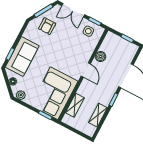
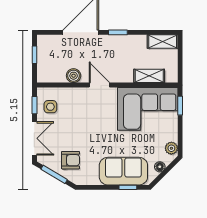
door: (86, 70) -> (99, 85), hinge flipped
shelving: (98, 115) -> (163, 42), moved

